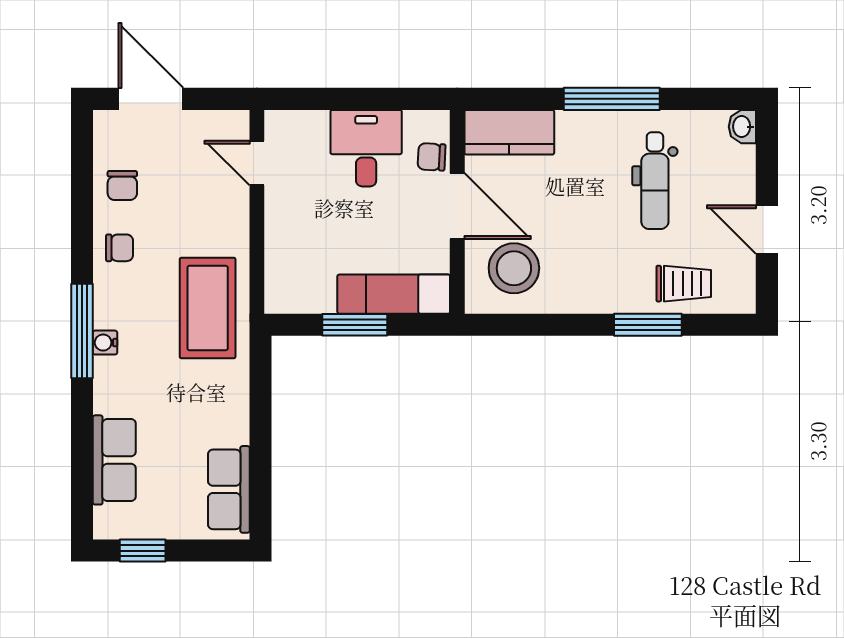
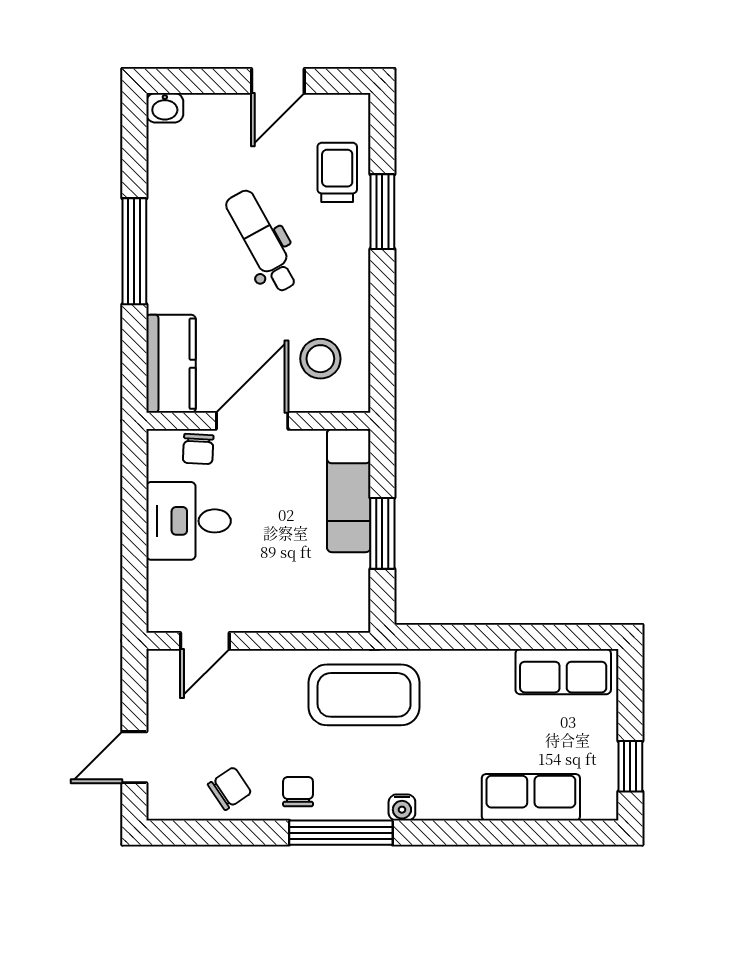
door: (151, 99) -> (134, 757), width x0.73
dental chair: (655, 181) -> (262, 241), moved, turned -119
chair: (122, 186) -> (230, 789), turned -34
stool: (514, 268) -> (320, 359), width x0.73, depth x0.73
window: (82, 331) -> (341, 833), moved

